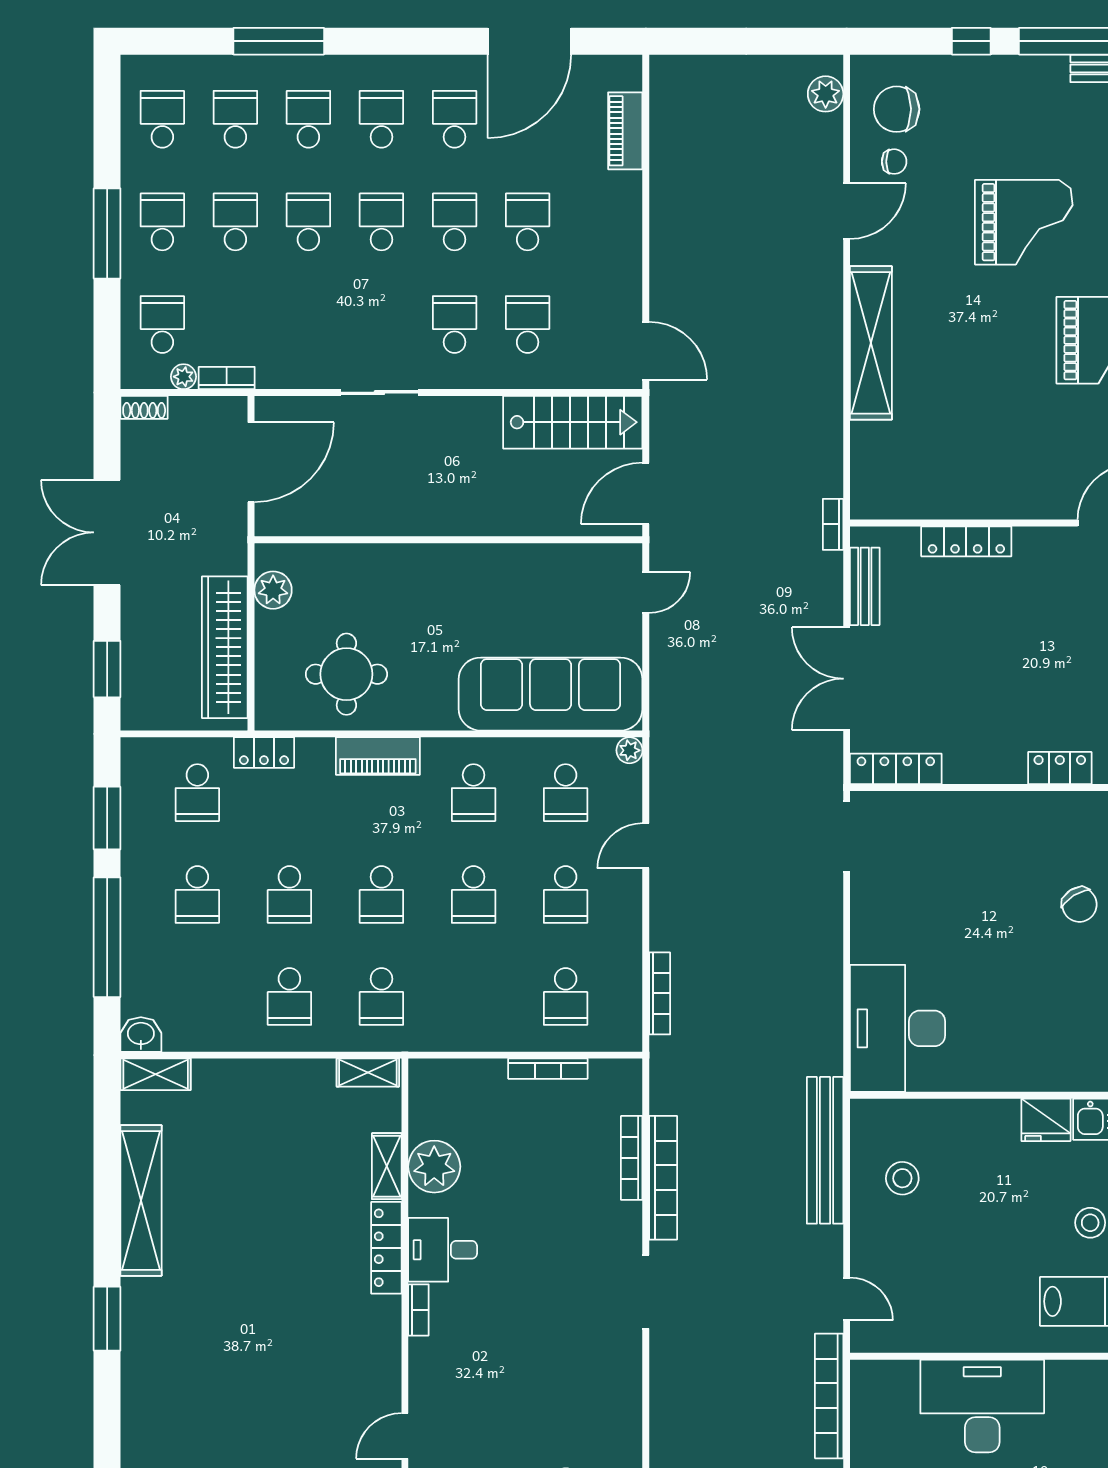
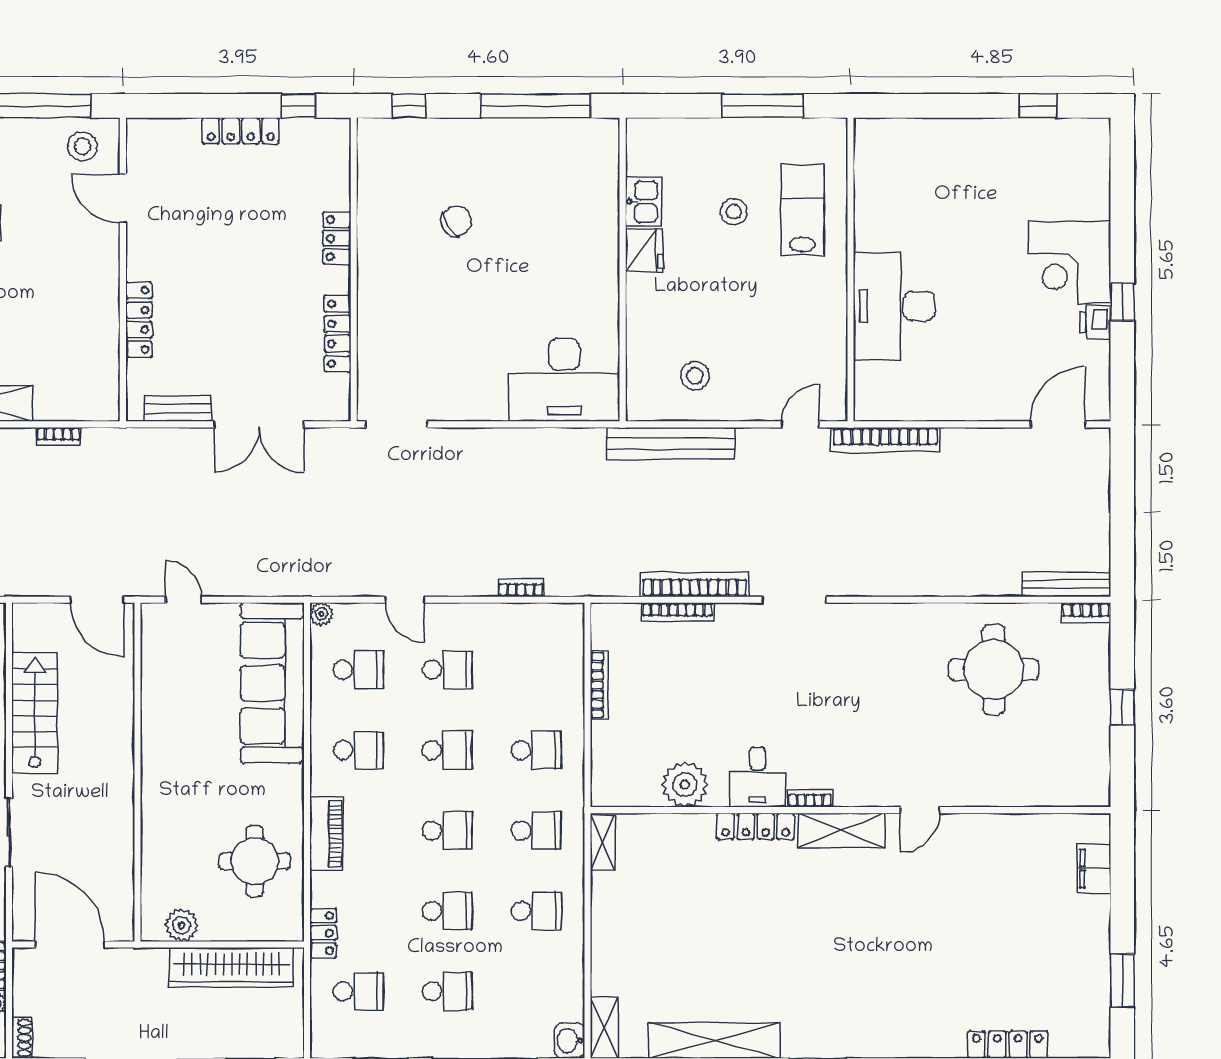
stairs: (573, 422) -> (35, 713), moved
bookcase: (833, 524) -> (58, 436), moved
locker: (896, 769) -> (338, 334), moved
bookcase: (660, 993) -> (521, 588), width x0.64
school desk: (566, 996) -> (536, 750), moved
shelving: (387, 1166) -> (841, 830), moved, width x1.50, depth x1.33
door: (405, 1436) -> (920, 810), hinge flipped

